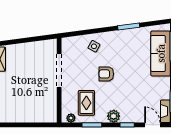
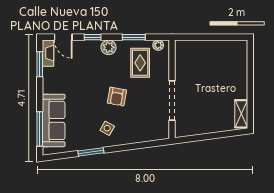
side table: (94, 46) -> (107, 128), moved
armchair: (106, 74) -> (117, 97), turned 100

